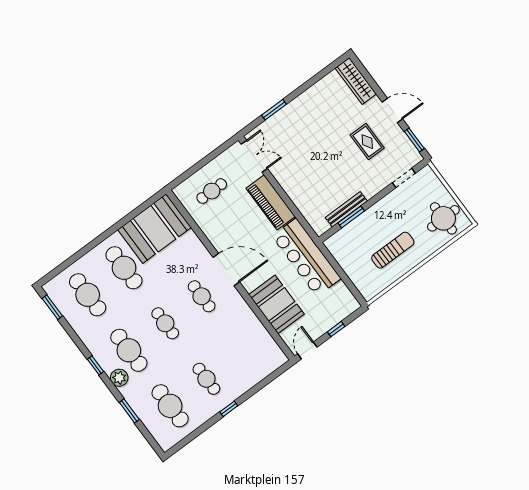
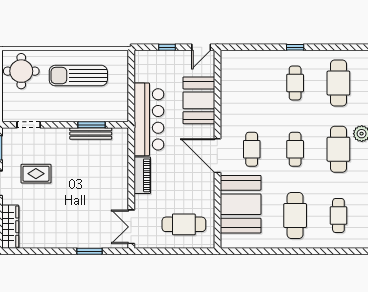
rug: (367, 142) -> (36, 174), turned 90
cafe table: (212, 191) -> (184, 224), width x1.37, depth x1.35
piano: (271, 202) -> (142, 175), width x0.73, depth x0.75
booth: (155, 229) -> (241, 204), moved, turned 90
sun lounger: (393, 250) -> (78, 76), width x1.36, depth x1.34
cafe table: (88, 295) -> (338, 215), width x0.73, depth x0.74

